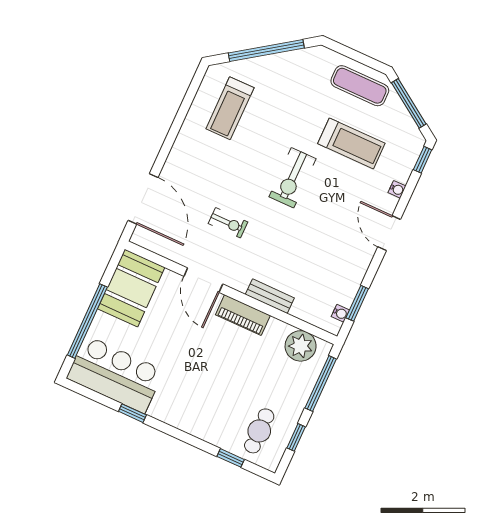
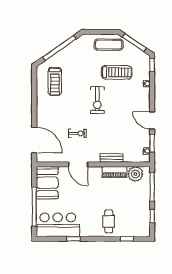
door: (389, 233) -> (152, 120), moved
piano: (243, 315) -> (115, 172), moved
cafe table: (259, 431) -> (109, 221), moved

